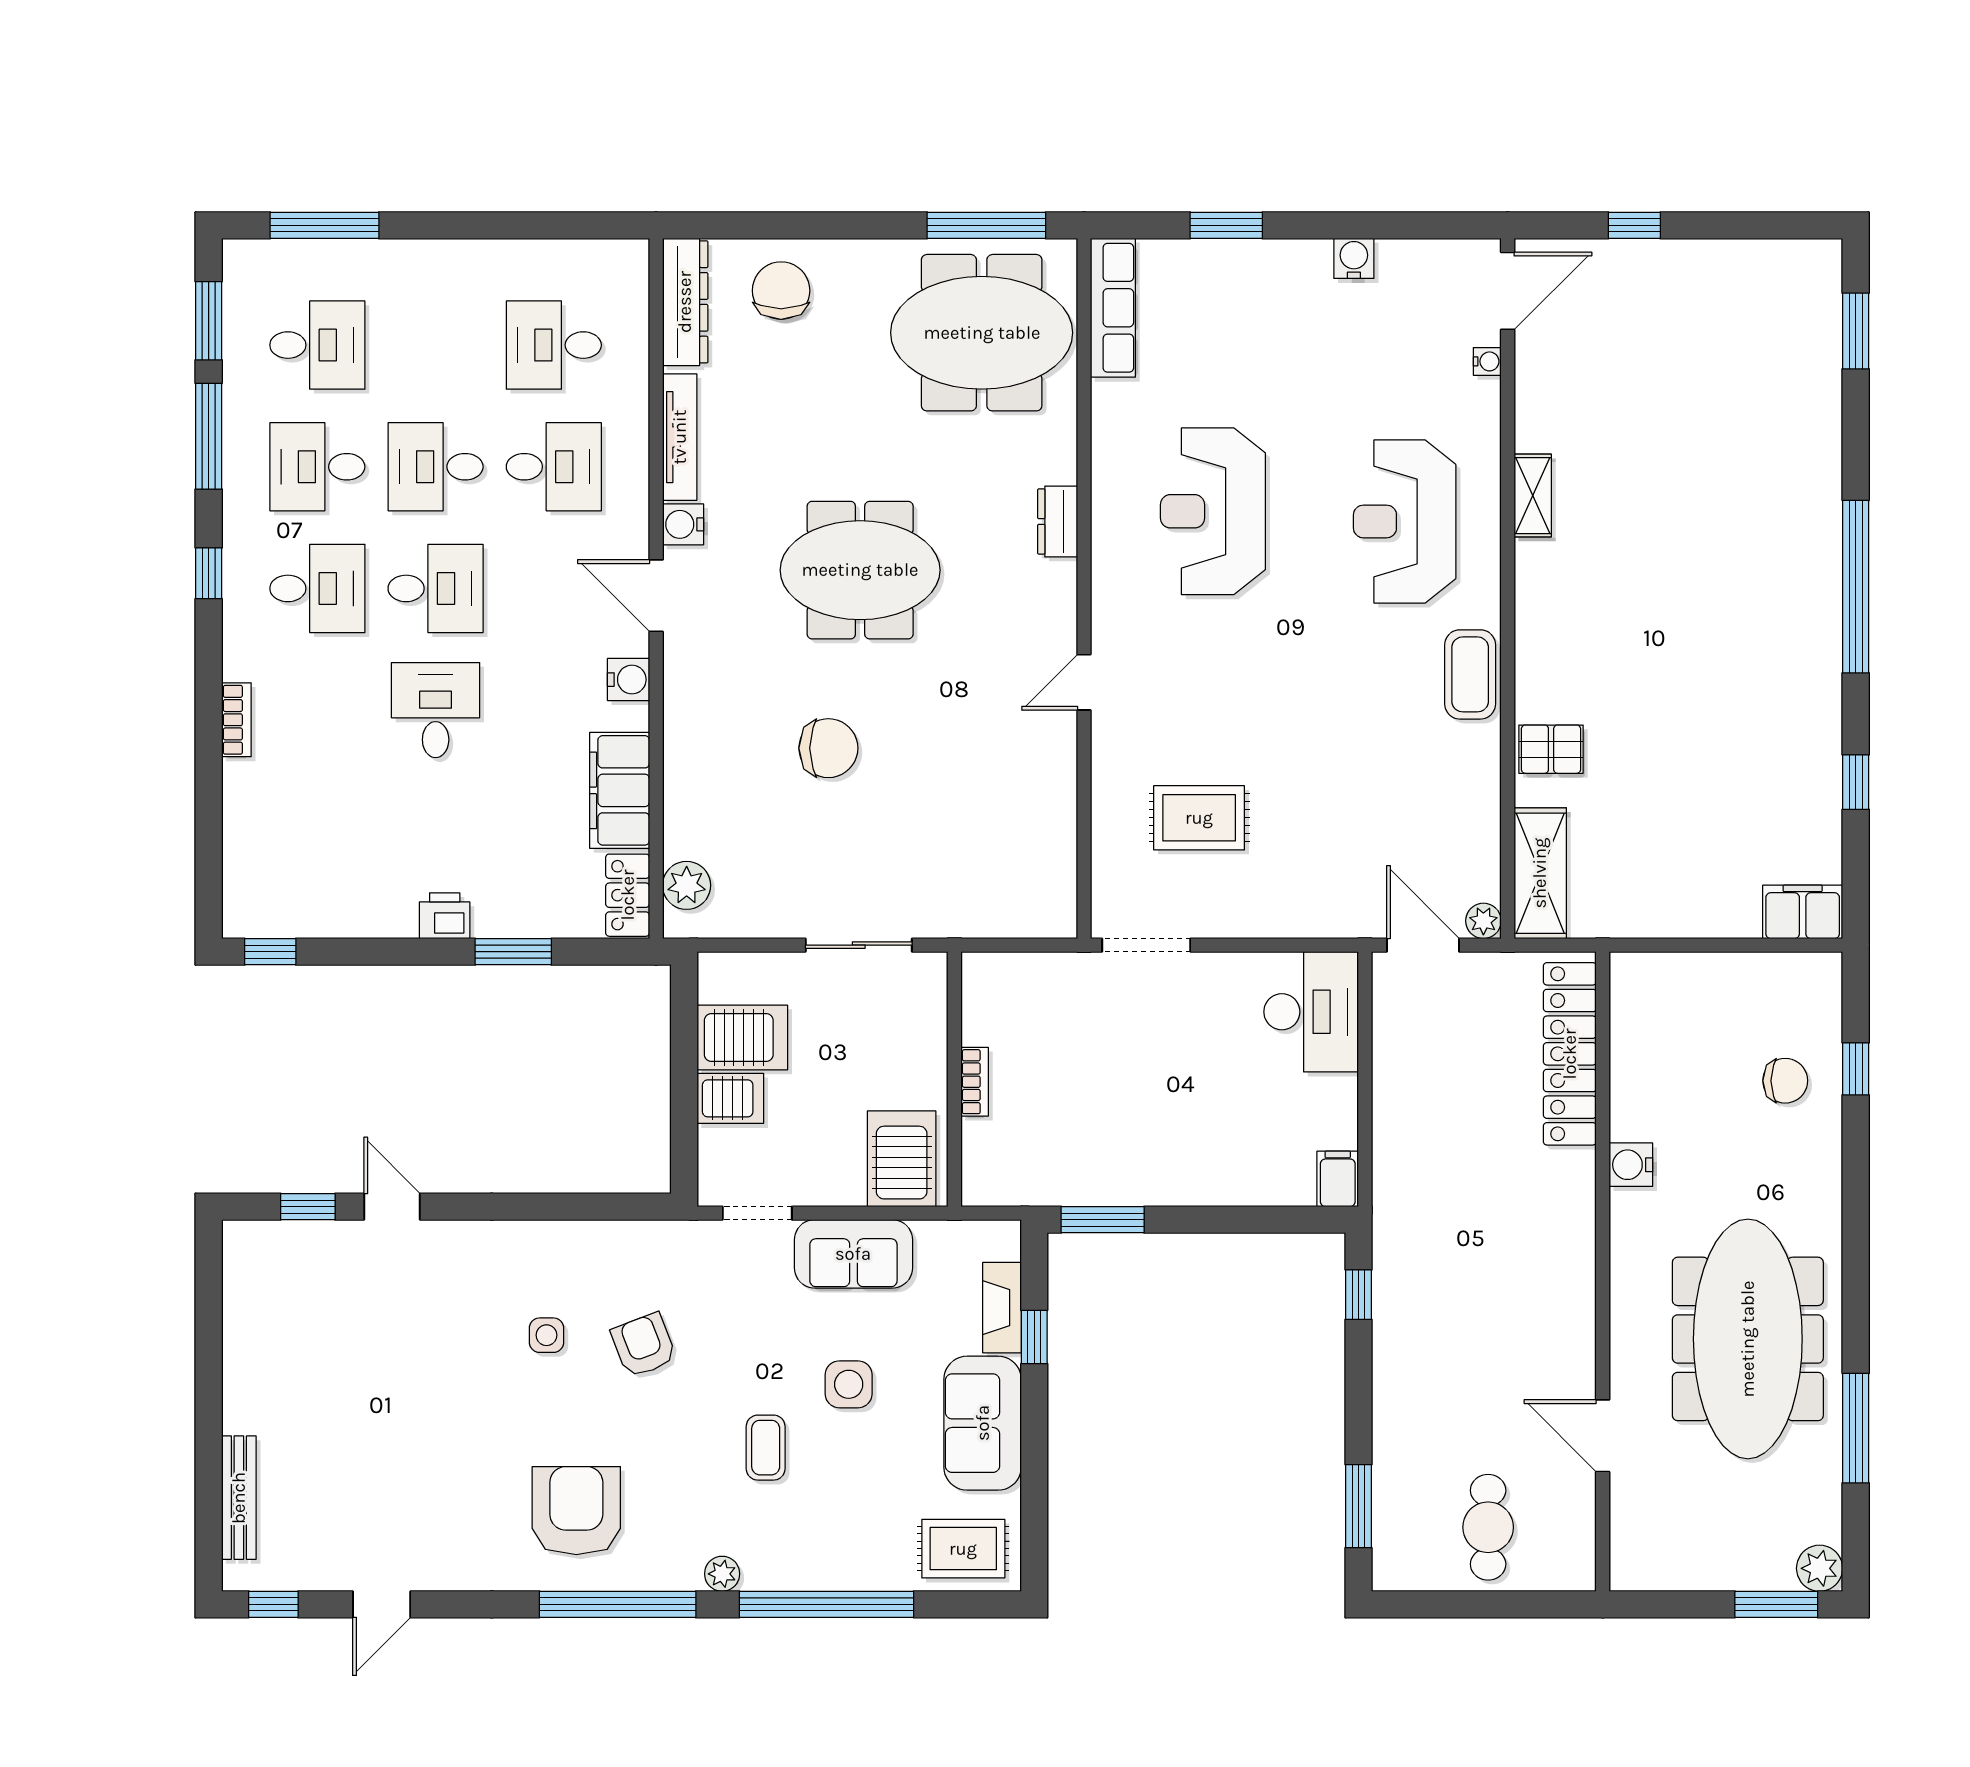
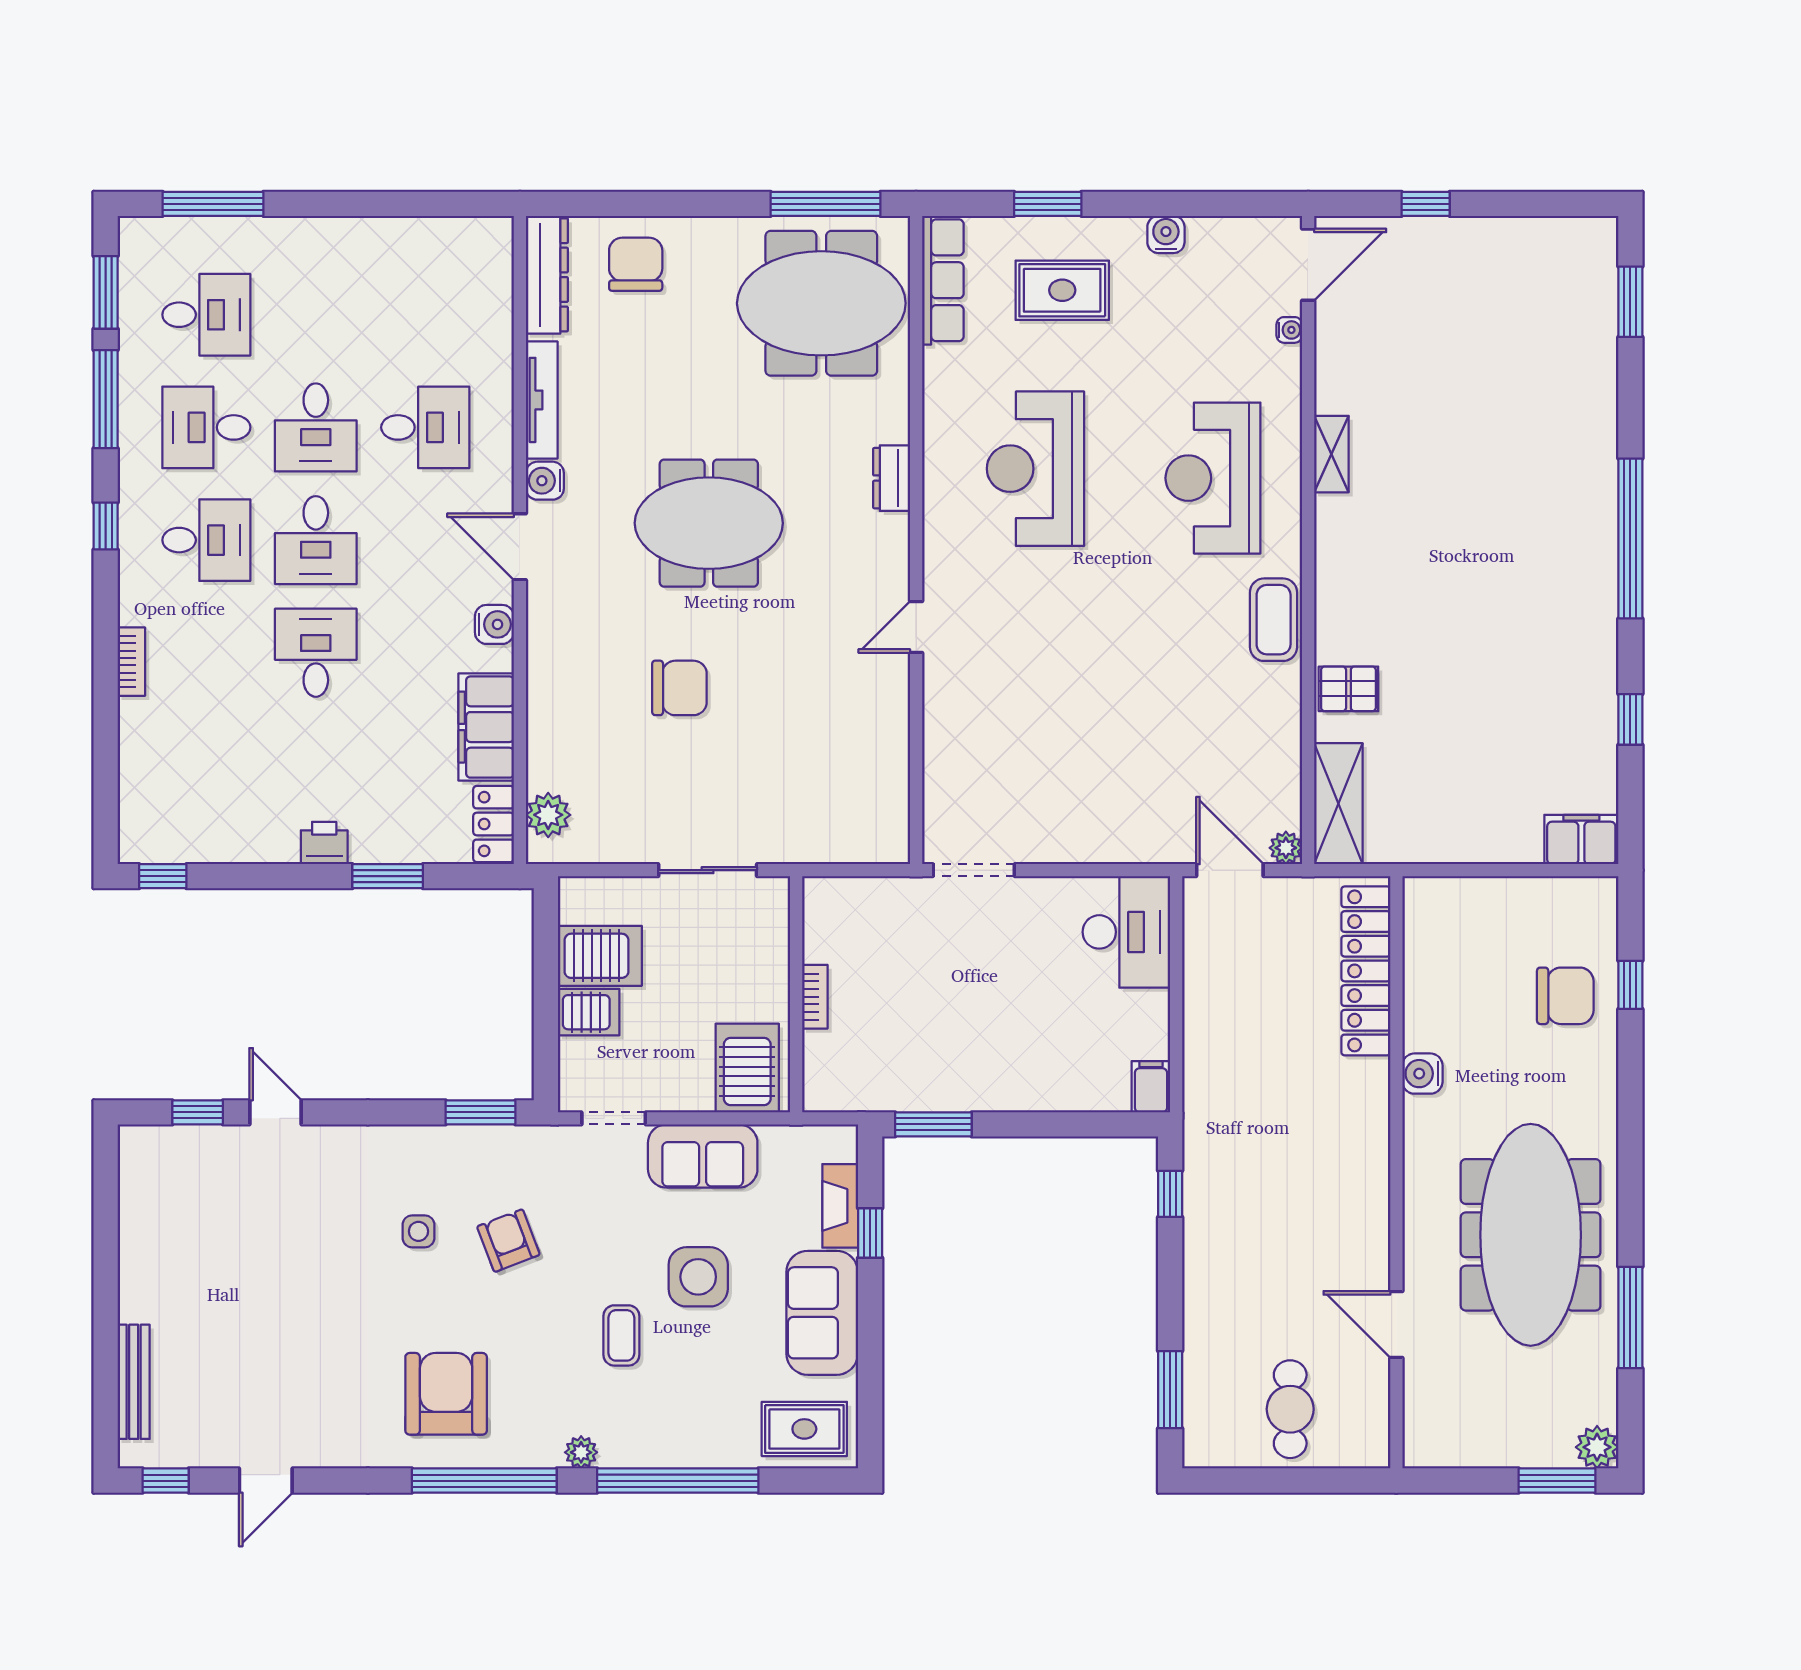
desk: (554, 345) -> (425, 315), removed
desk: (436, 467) -> (316, 427), turned -90
desk: (436, 588) -> (316, 540), turned 90
rug: (1199, 818) -> (1062, 290), moved
chair: (1785, 1081) -> (1565, 996), width x1.37, depth x1.37
window: (613, 1207) -> (480, 1112), added
side table: (849, 1384) -> (698, 1277), width x1.37, depth x1.37

